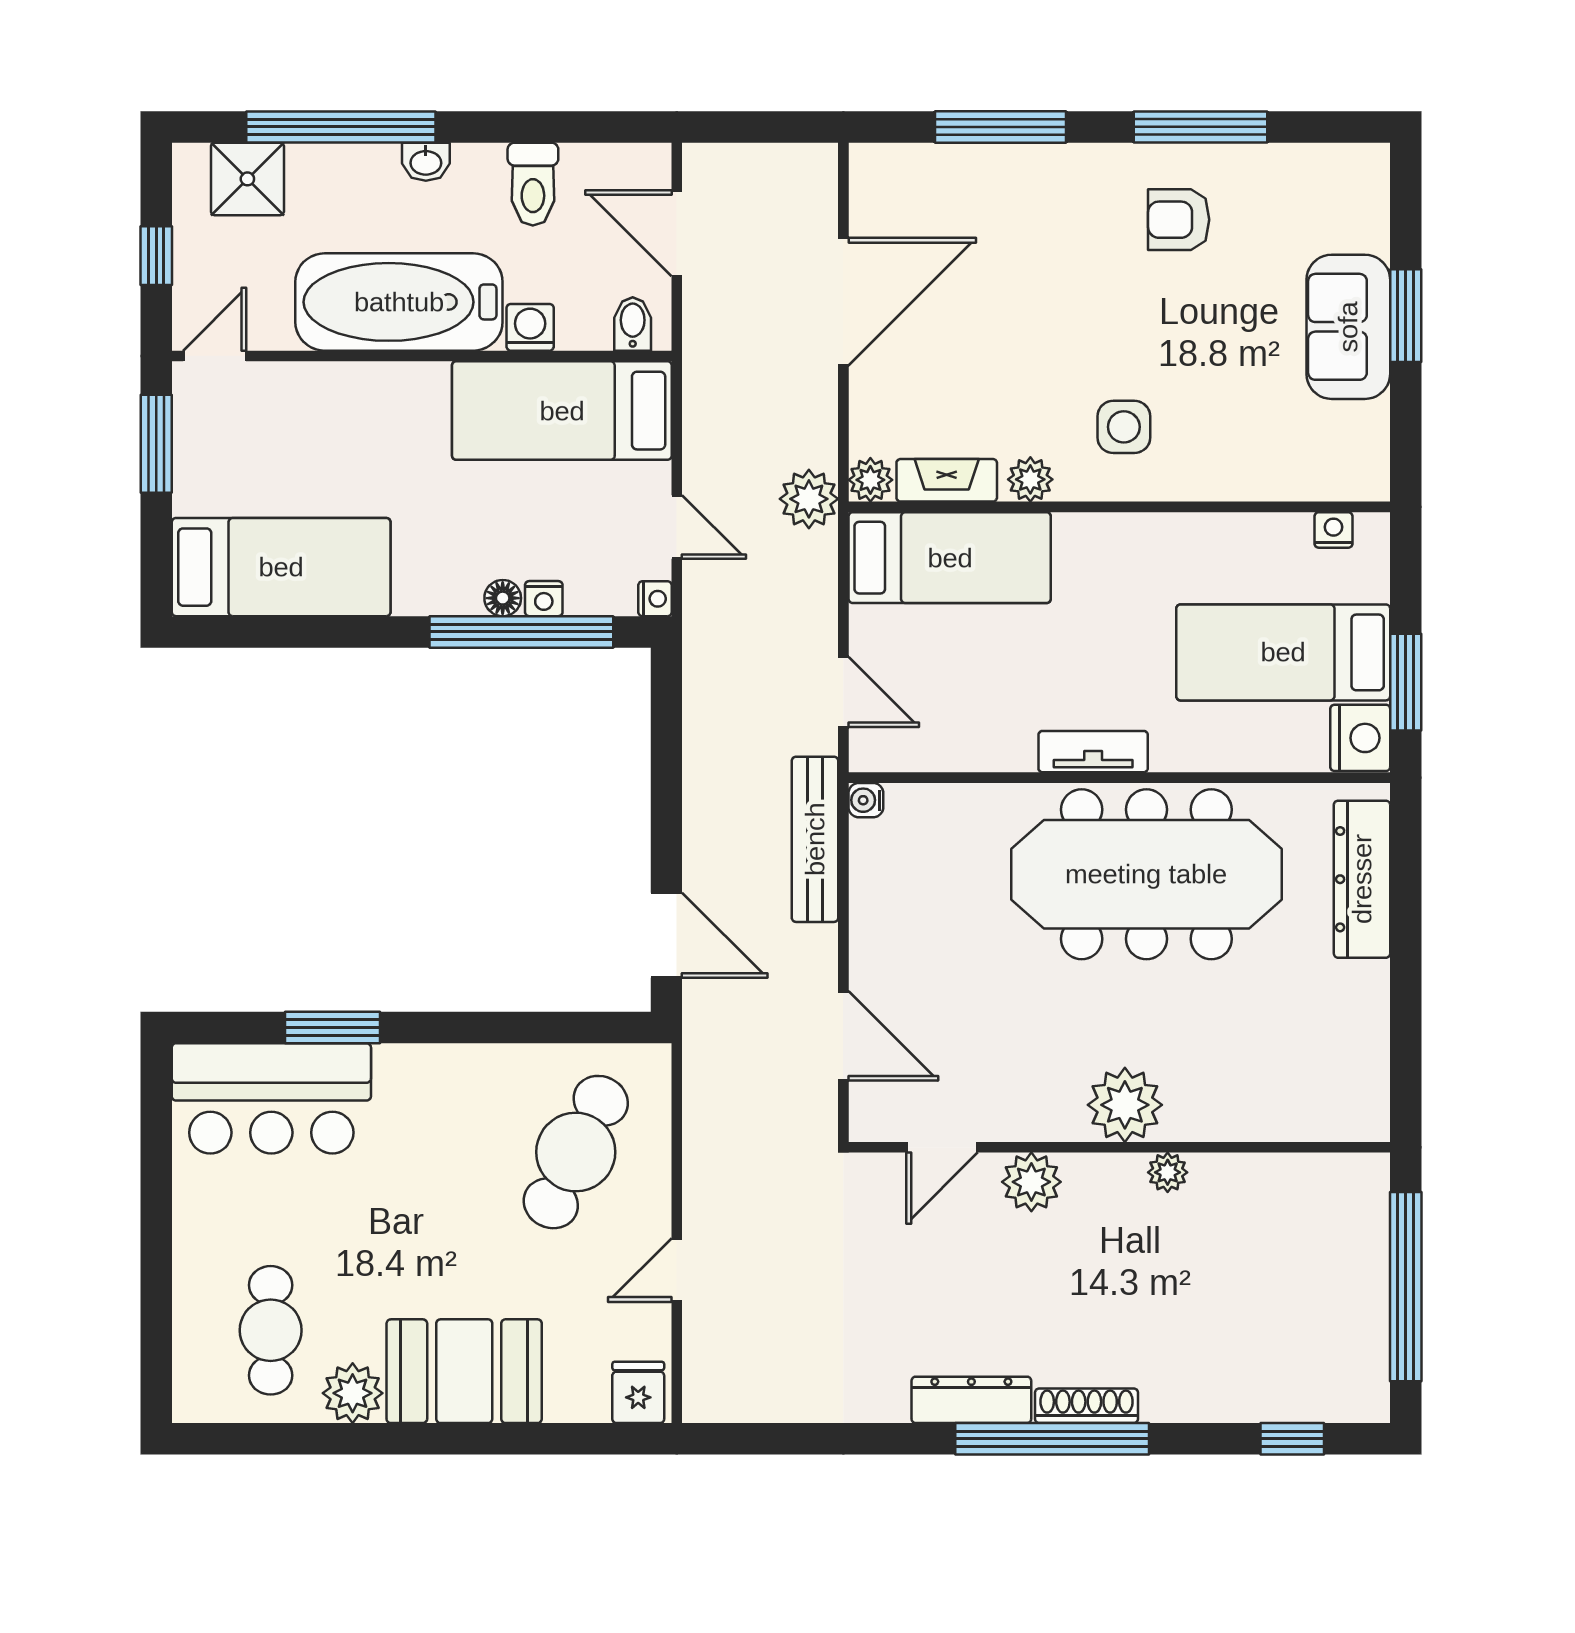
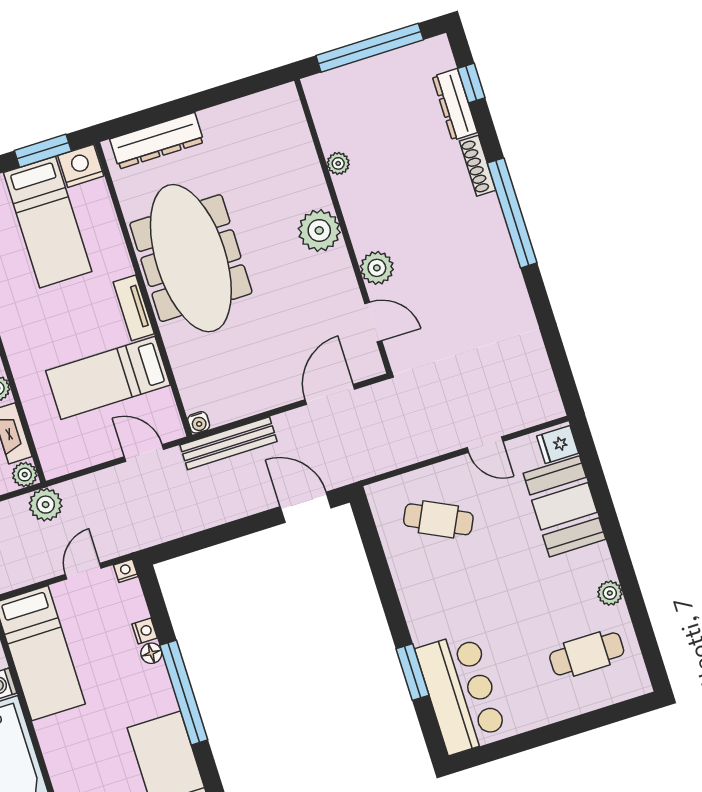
bed: (950, 558) -> (108, 378), moved, turned -90
window: (521, 632) -> (184, 693), moved
door: (843, 692) -> (144, 453), hinge flipped
door: (666, 935) -> (306, 507), hinge flipped
cafe table: (576, 1152) -> (438, 519), width x0.73, depth x0.74
plant: (1168, 1172) -> (338, 163), moved
booth: (464, 1371) -> (565, 506), moved
plant: (353, 1393) -> (610, 593), width x0.73, depth x0.73
dresser: (971, 1400) -> (455, 104), moved
shoe rack: (1087, 1406) -> (478, 166), moved

